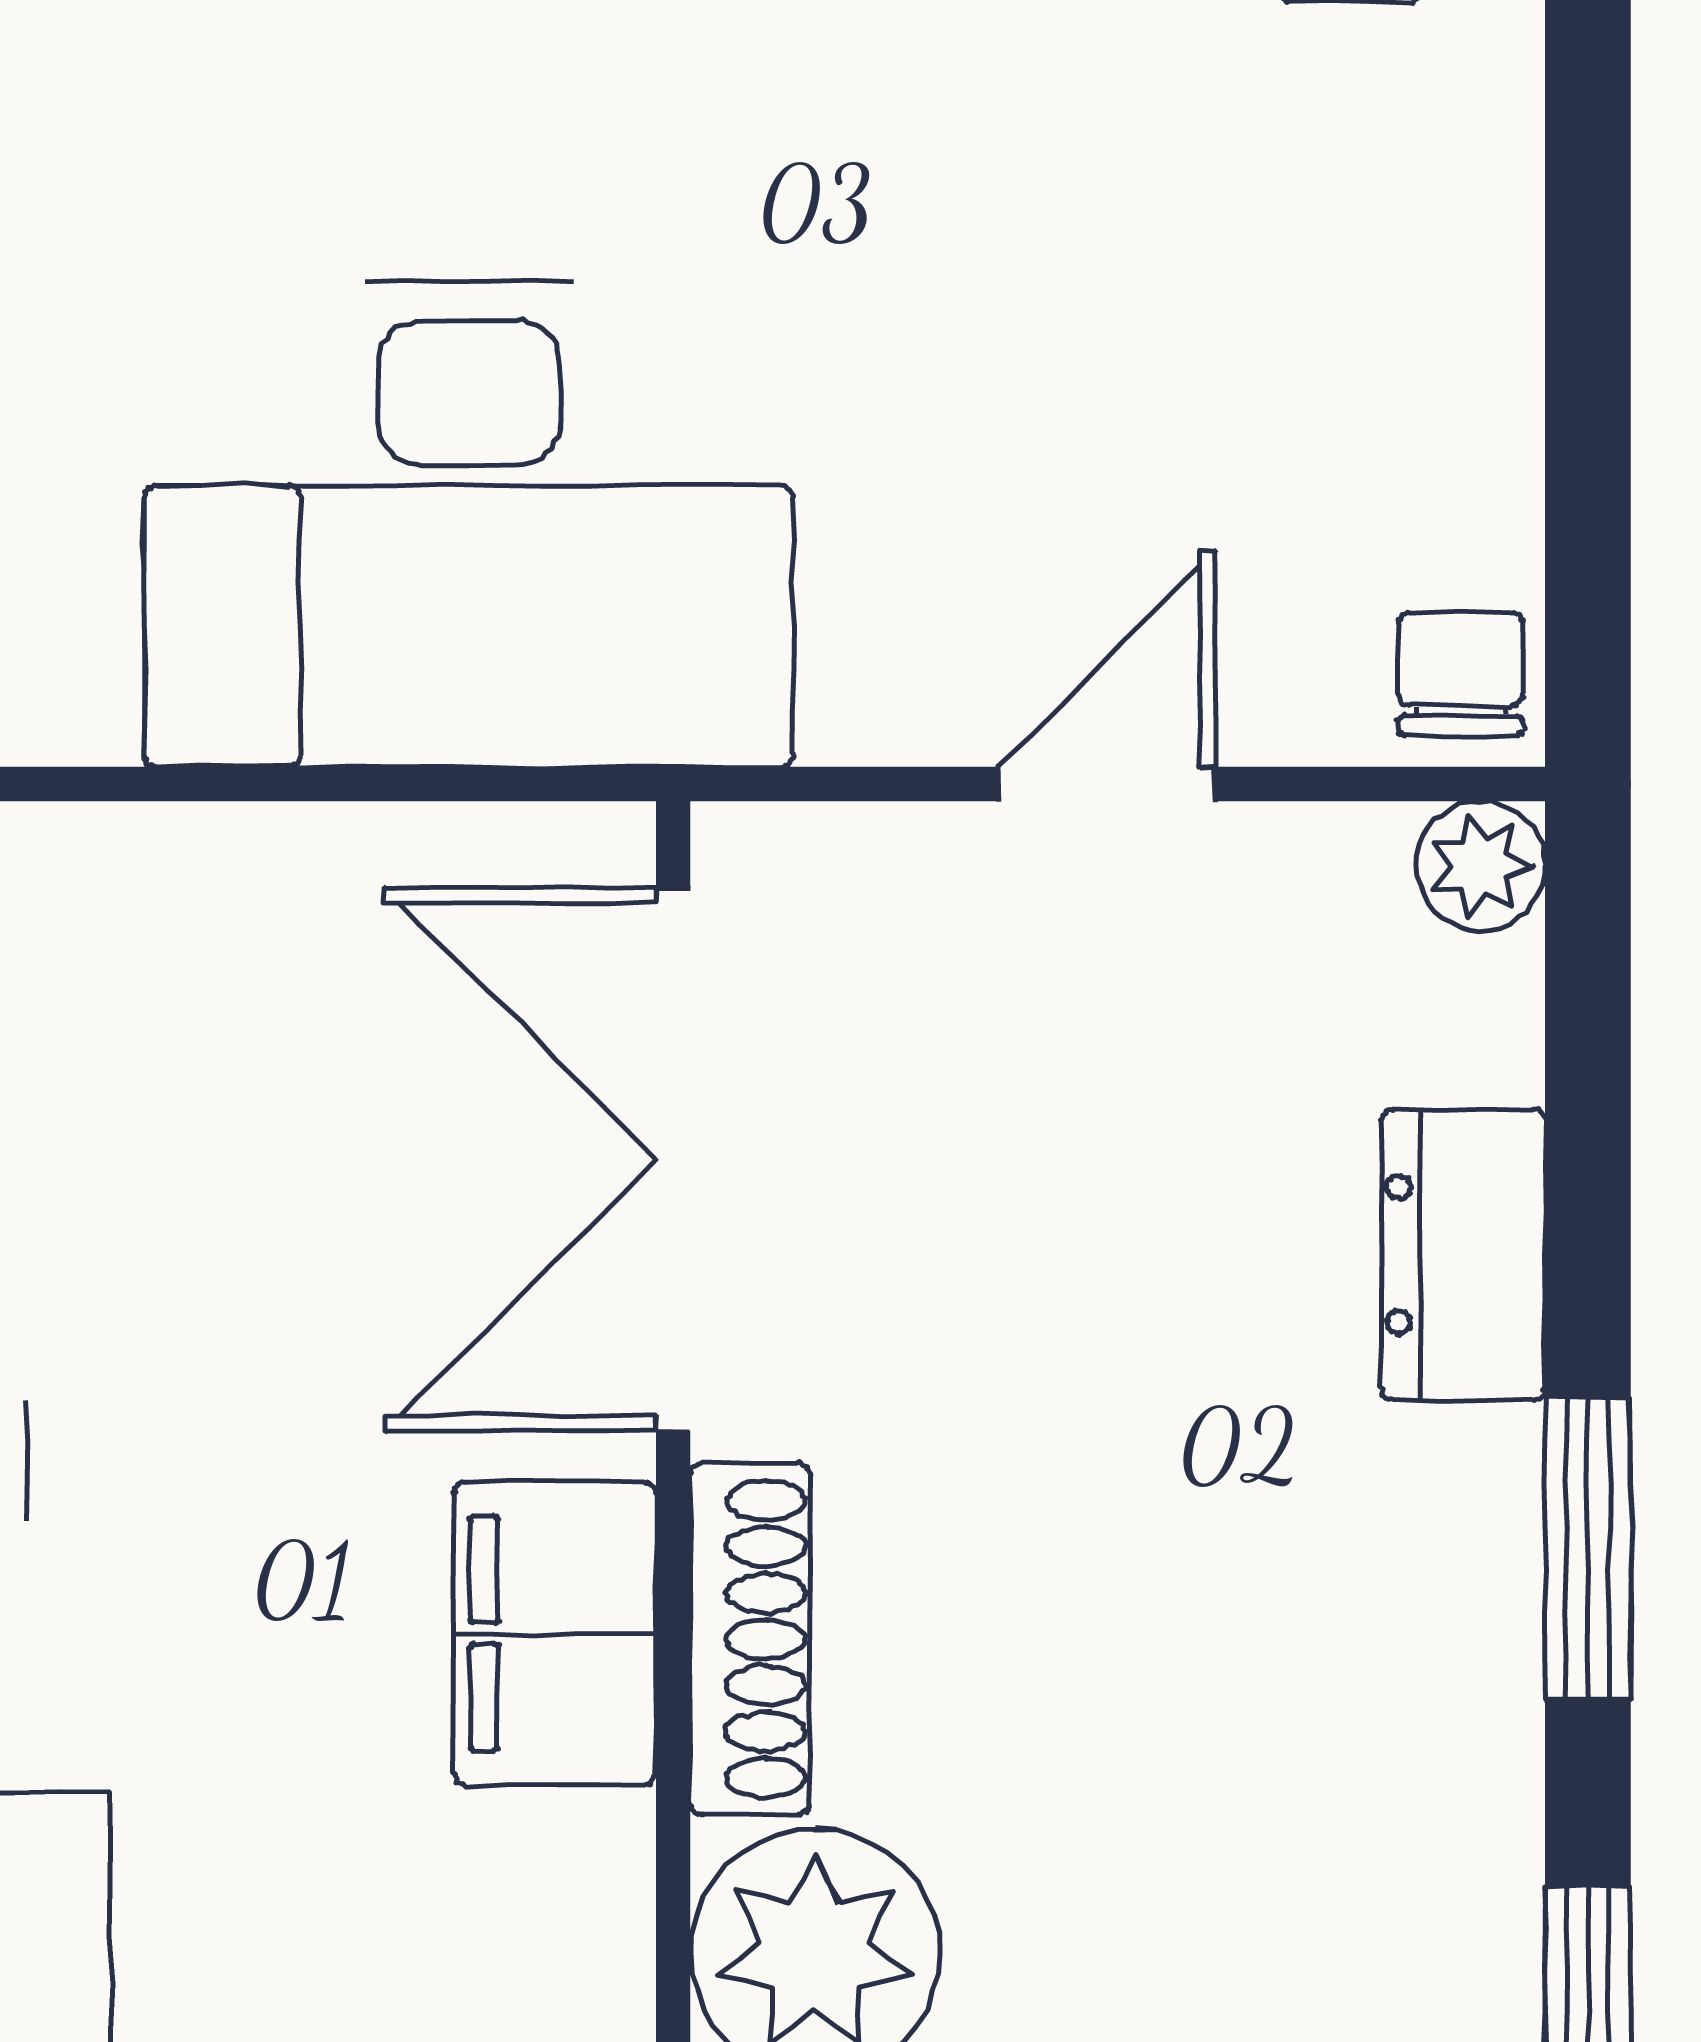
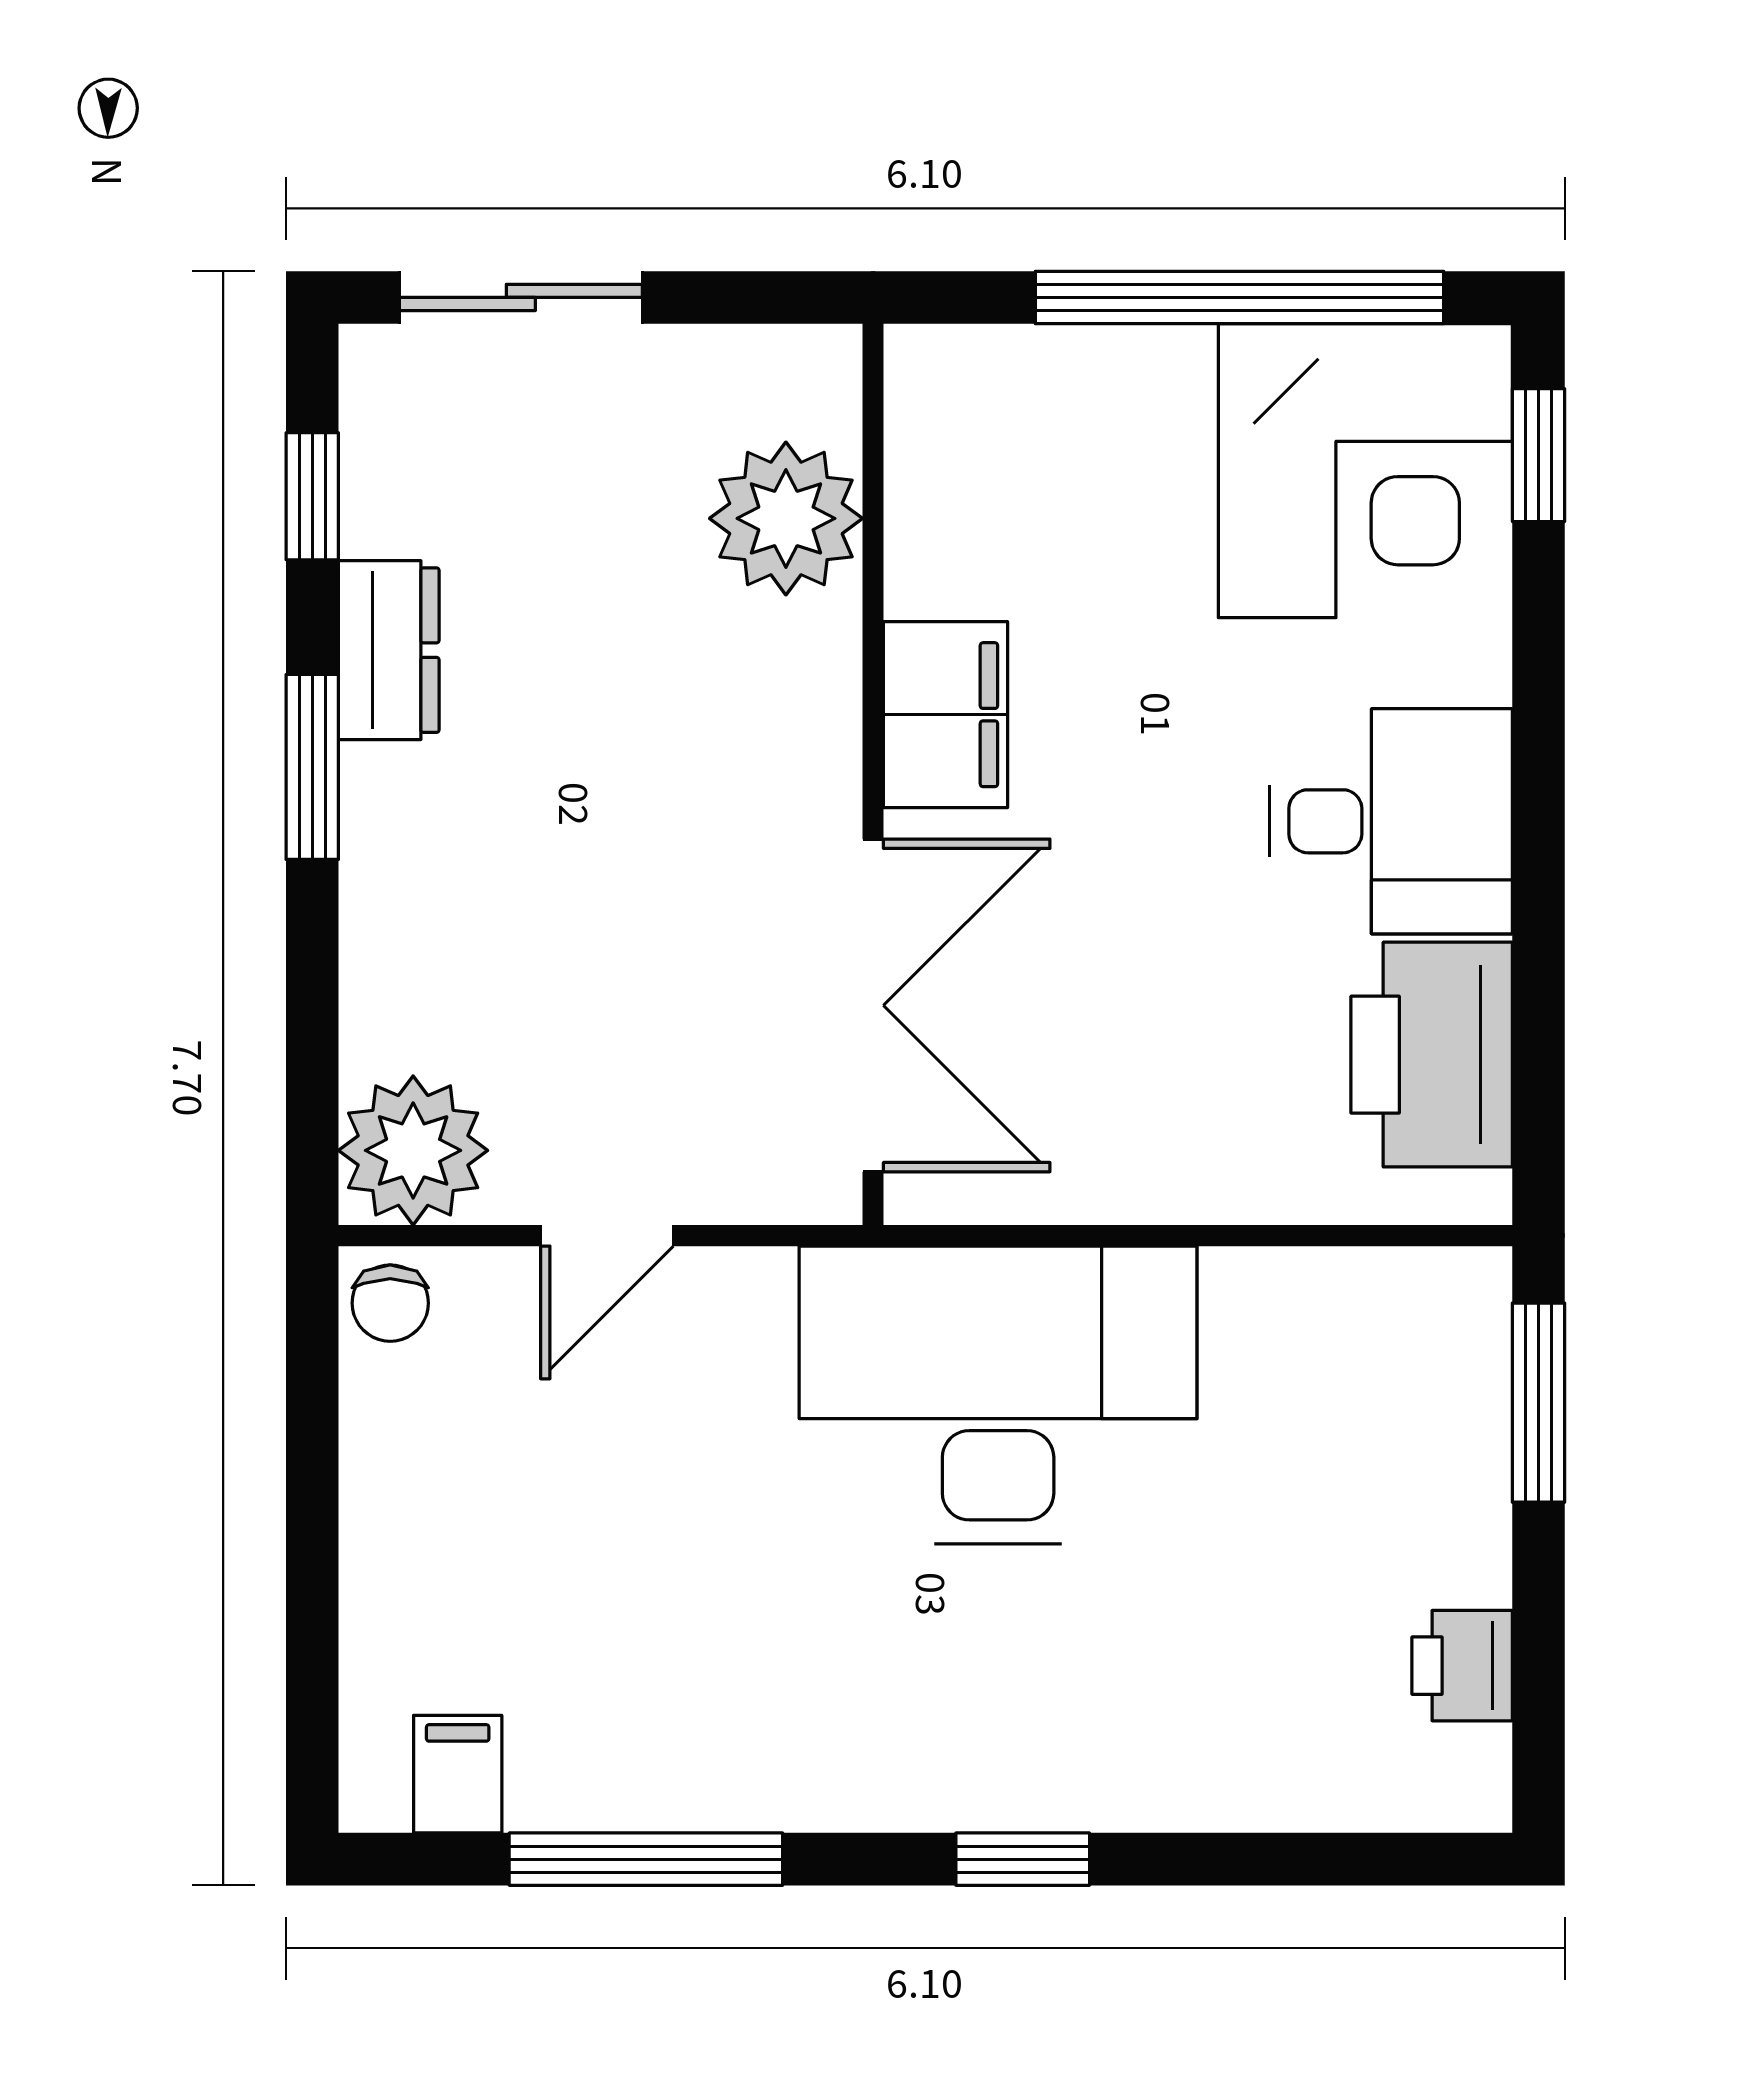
plant: (1480, 866) -> (413, 1150), width x1.88, depth x1.88
dresser: (1463, 1255) -> (389, 650), moved
shoe rack: (750, 1639) -> (826, 711), removed

